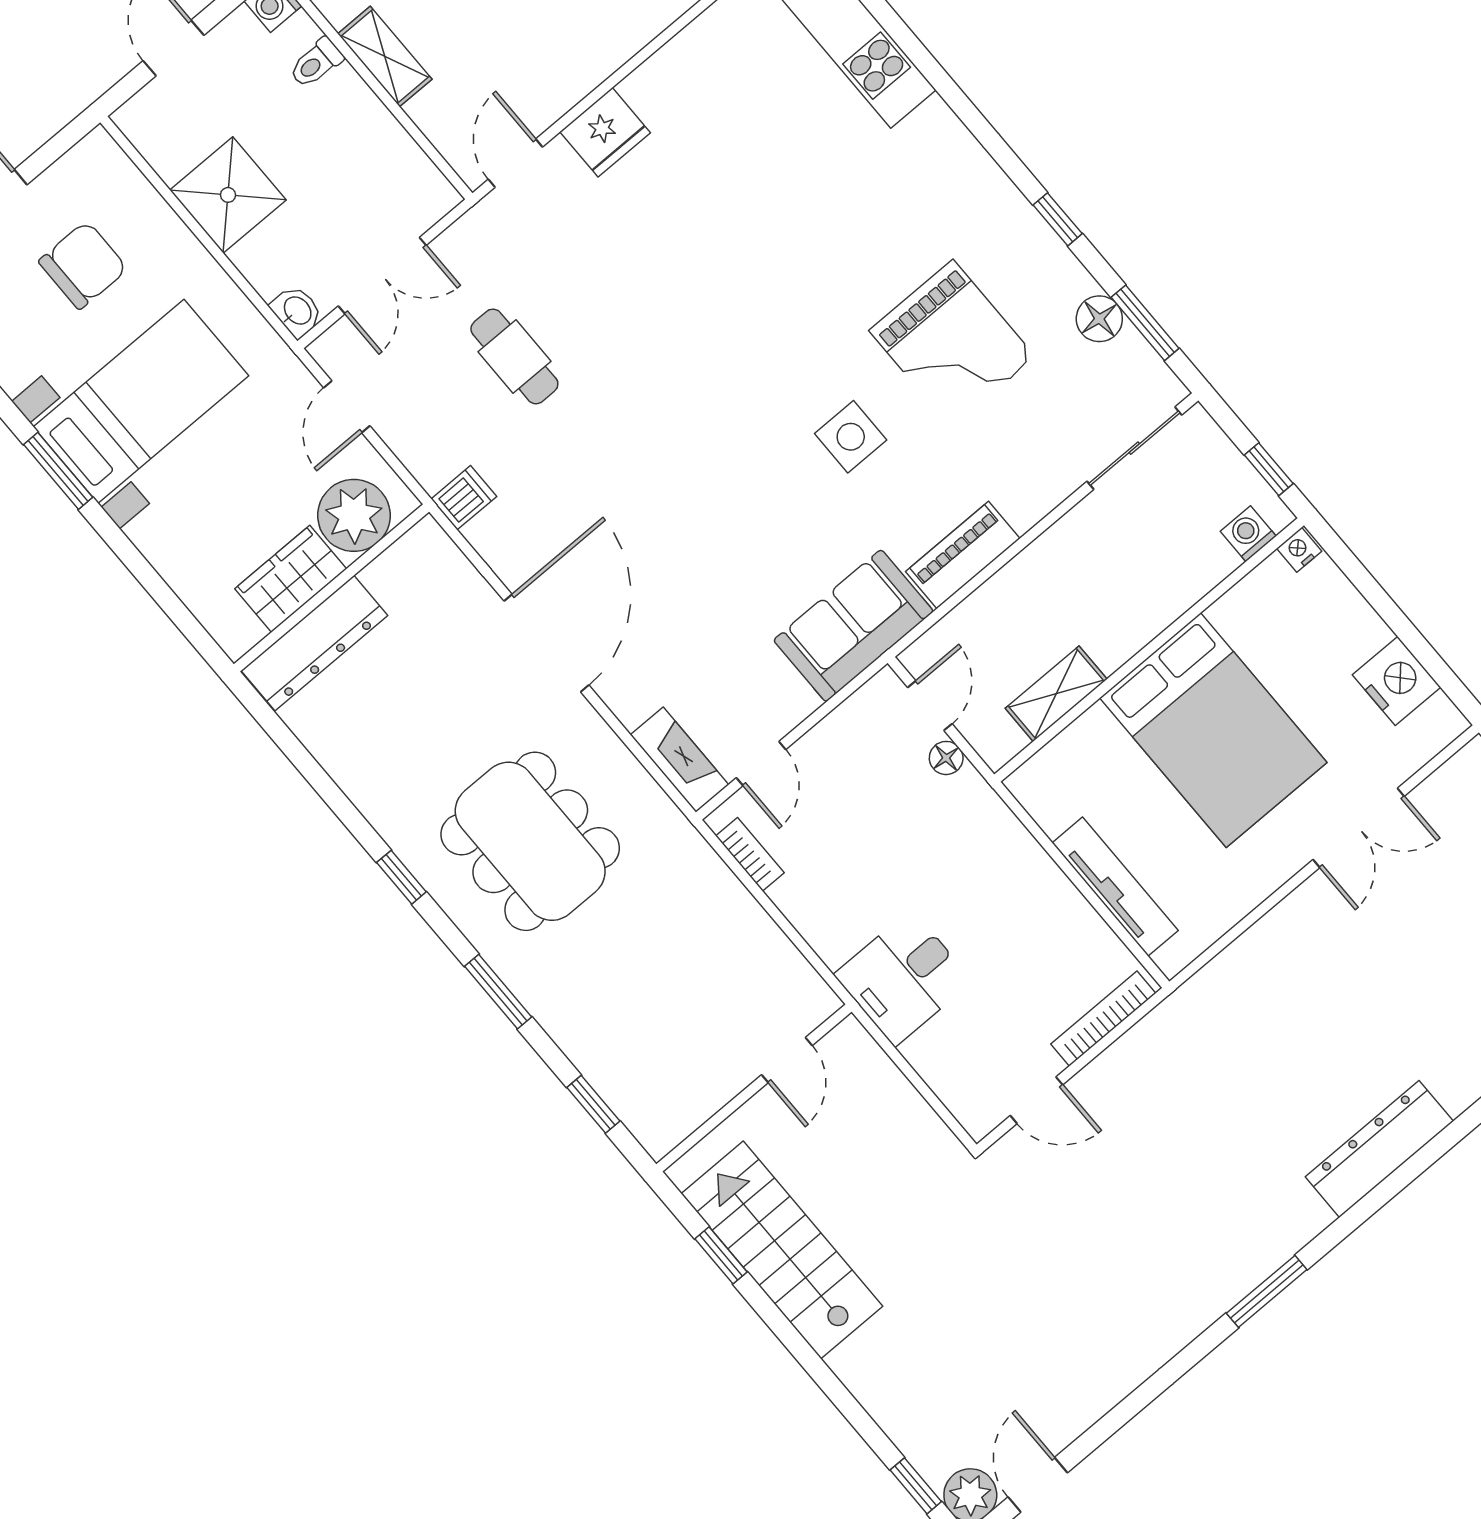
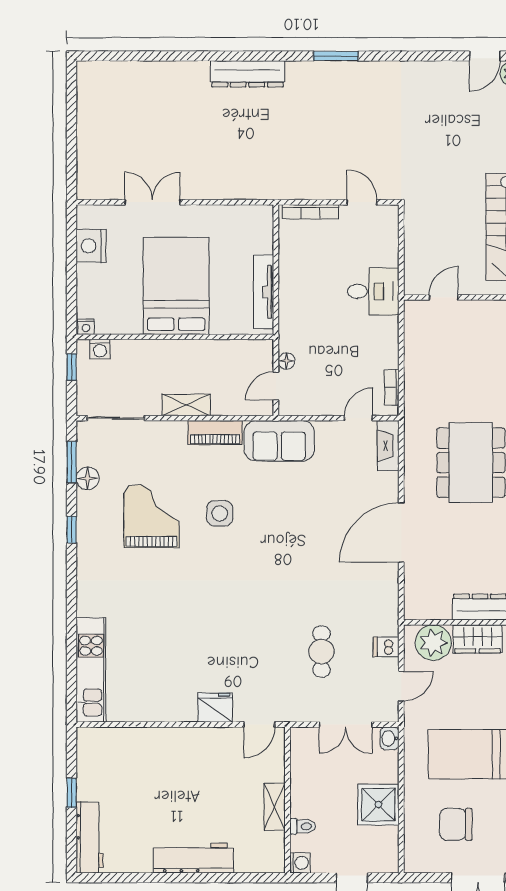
double door: (382, 276) -> (346, 725), swing flipped
dishwasher: (464, 498) -> (386, 647), moved
shelving: (1056, 694) -> (186, 405), moved
tv unit: (1115, 887) -> (264, 292), moved

